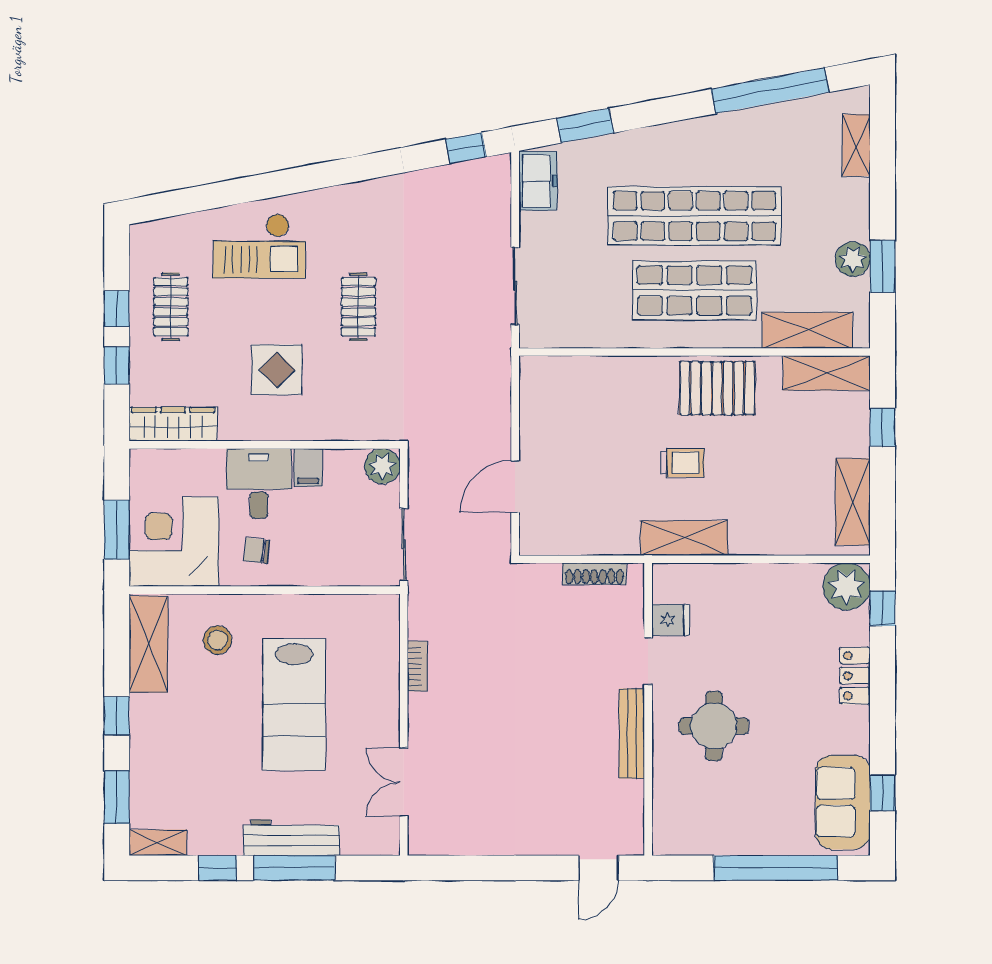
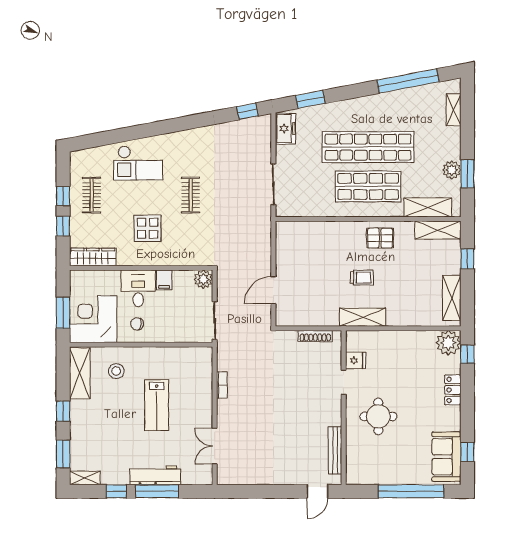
pallet: (717, 388) -> (380, 238), width x0.67, depth x0.71
lab bench: (294, 704) -> (157, 405), width x0.73, depth x0.72
bench: (632, 734) -> (335, 450), moved

